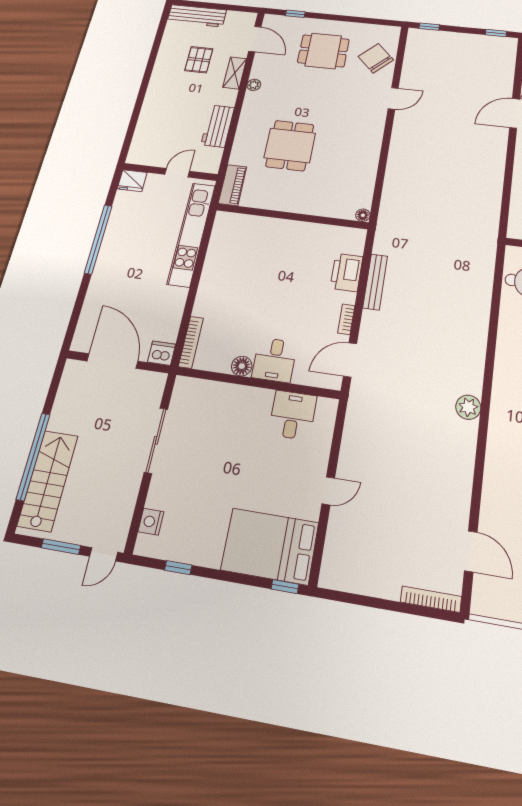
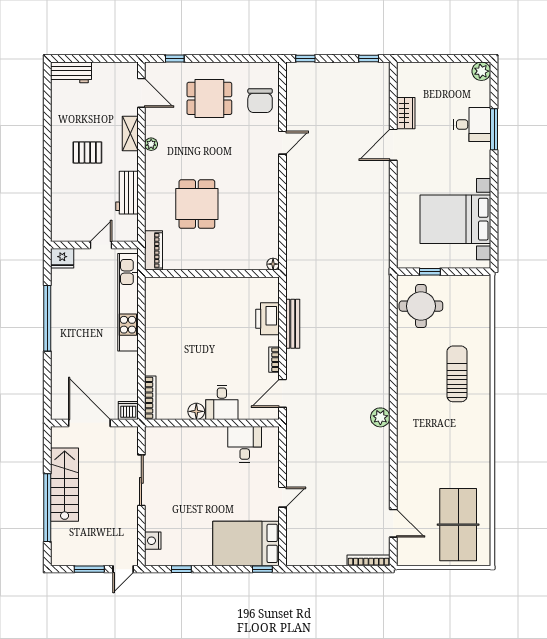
workbench: (197, 16) -> (71, 72), width x0.73
chair: (376, 58) -> (260, 101), turned -135
pallet: (199, 60) -> (87, 152), moved, turned 90
stairs: (48, 480) -> (65, 485), moved

